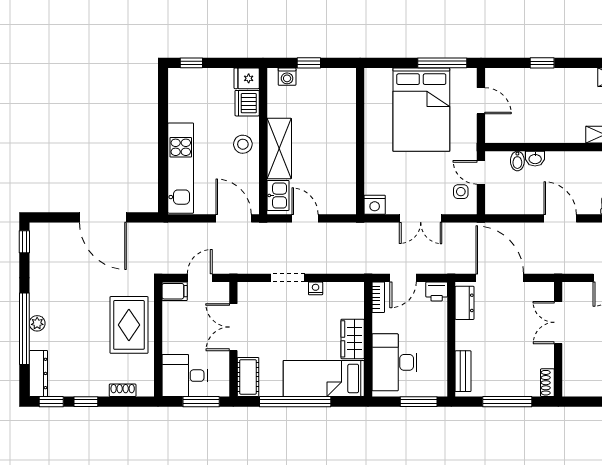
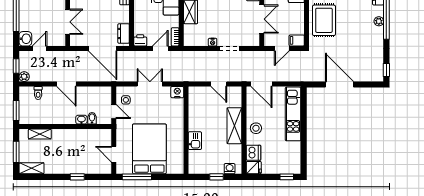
kitchen sink: (278, 195) -> (195, 141), moved, turned 180

